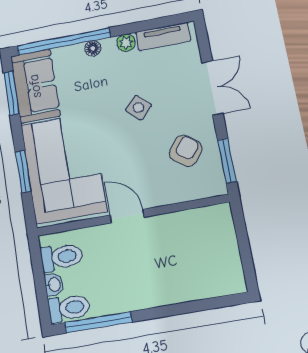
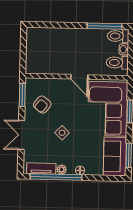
window: (64, 41) -> (56, 177), moved

